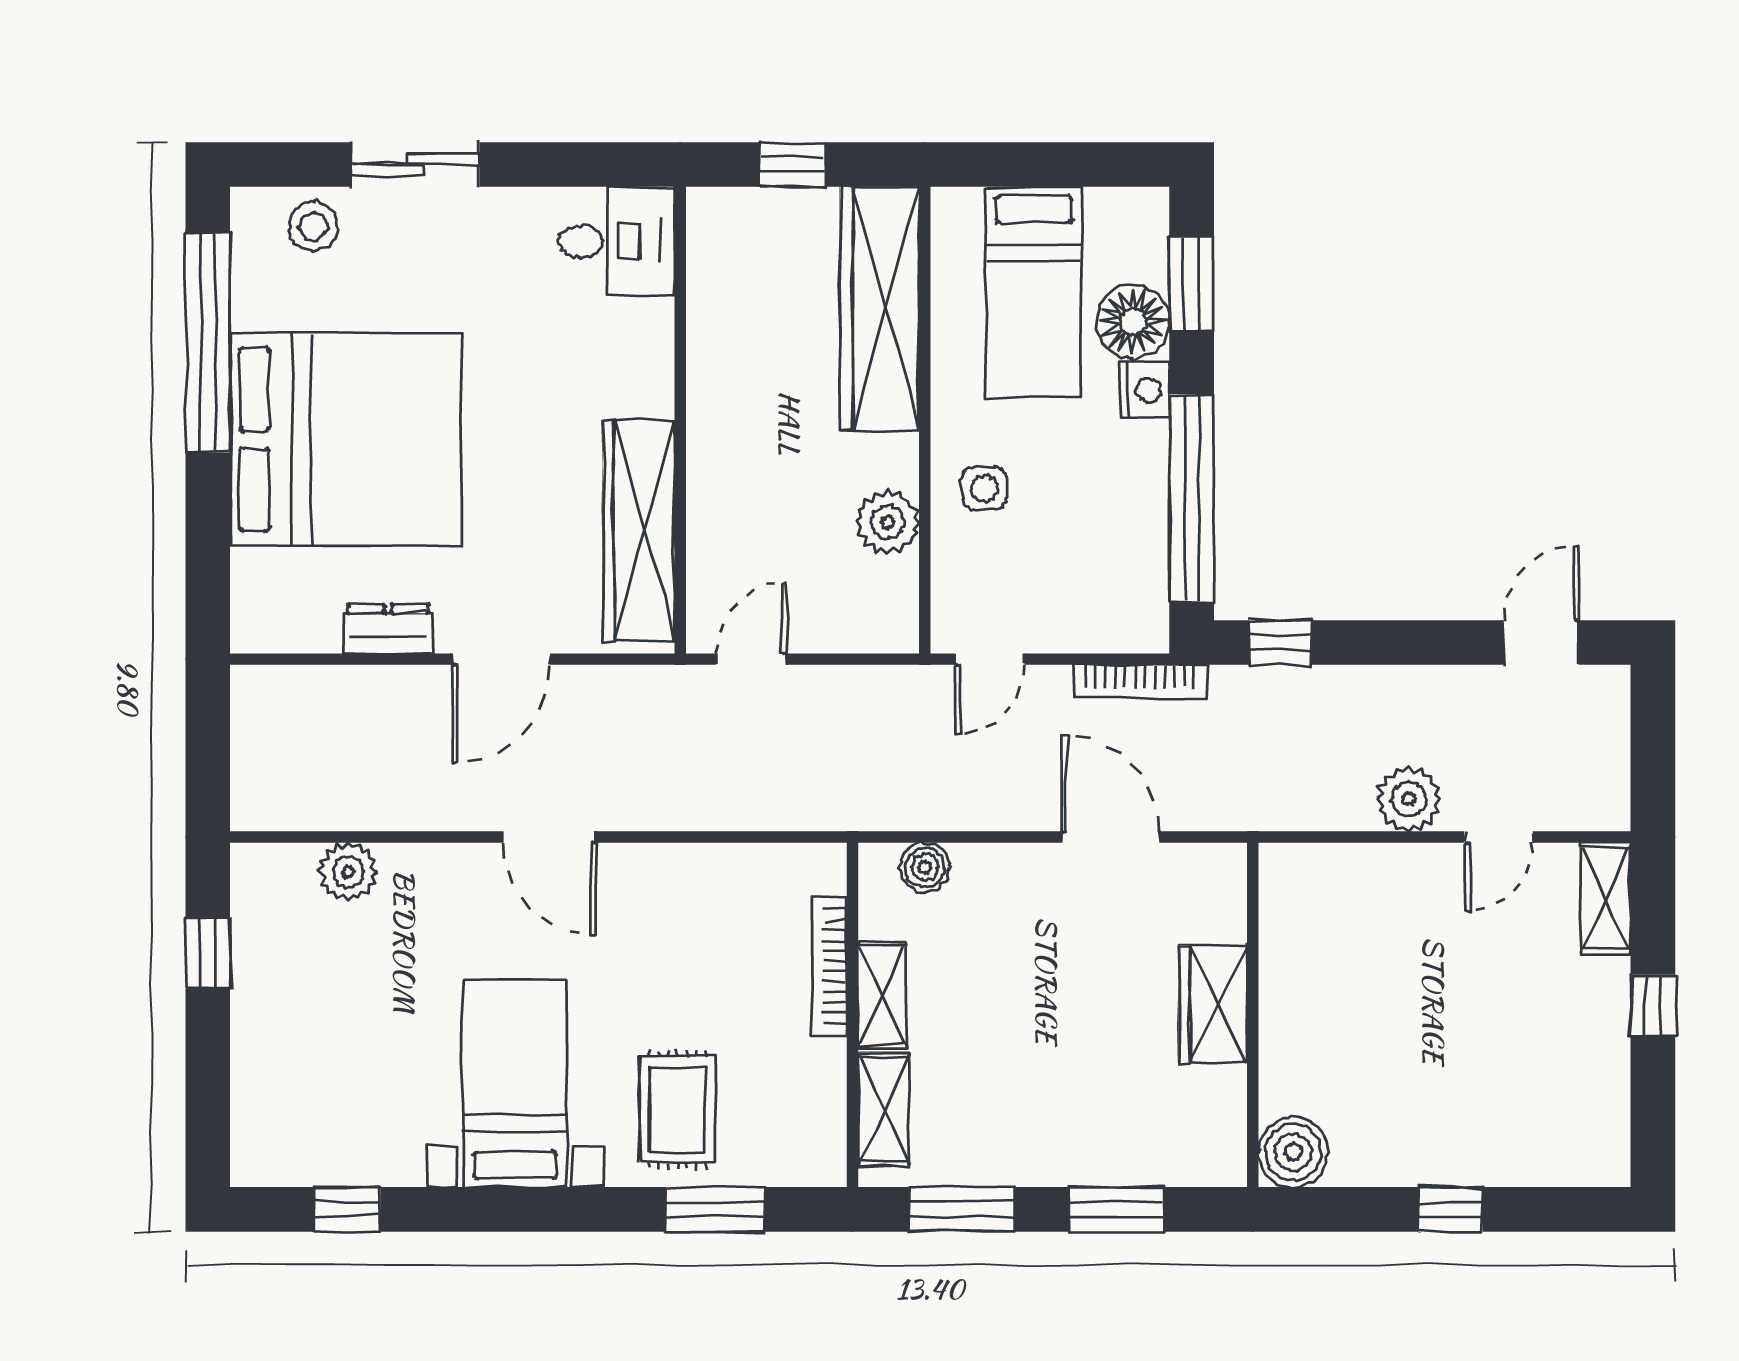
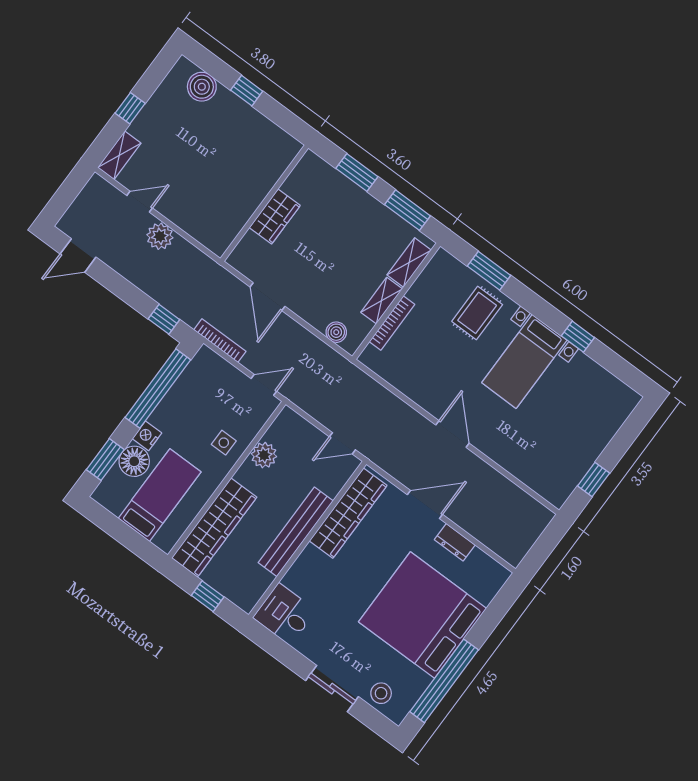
bench: (714, 418) -> (296, 532), added
plant: (348, 872) -> (527, 472), removed
boiler: (1293, 1152) -> (202, 87), moved
window: (347, 1209) -> (578, 337), moved

